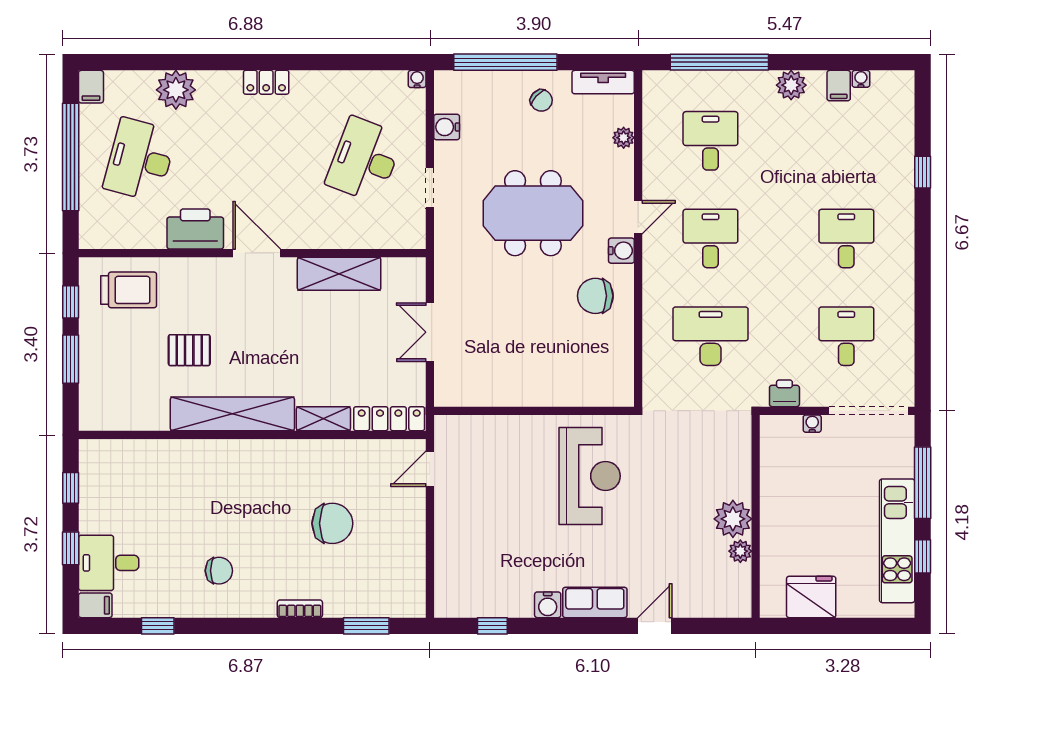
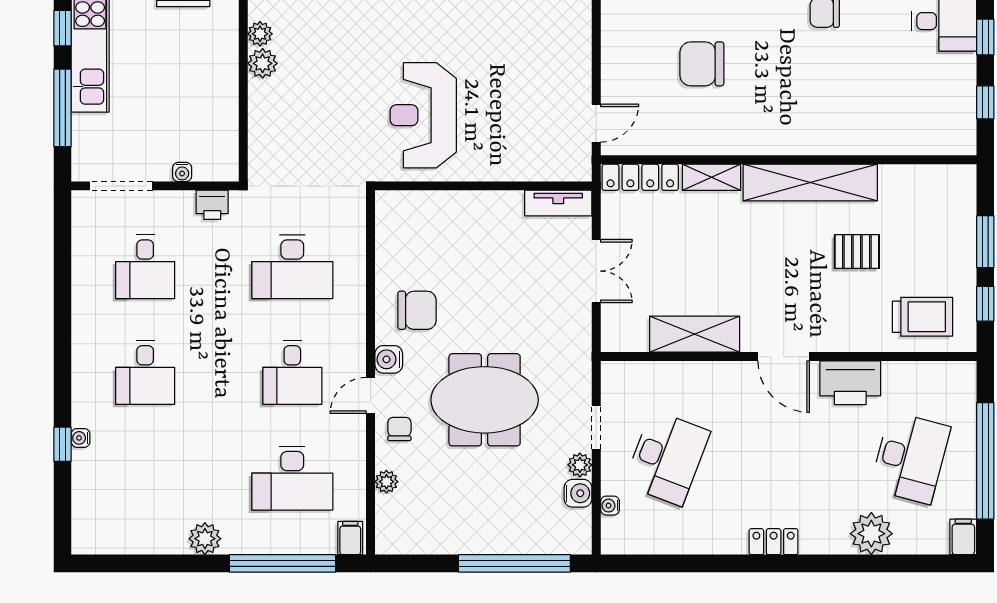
water cooler: (417, 79) -> (610, 506), moved, turned 90
water cooler: (861, 79) -> (81, 438), moved, turned 90
tv unit: (603, 82) -> (558, 203), moved, turned 180
filing cabinet: (839, 86) -> (350, 538), moved
chair: (541, 100) -> (399, 429), moved, turned 47
desk: (710, 141) -> (292, 478), width x1.37
plant: (445, 153) -> (580, 465), added
trolley: (129, 290) -> (923, 317), turned 180
doorway: (868, 411) -> (121, 186), width x0.73
plant: (733, 519) -> (263, 63), width x0.73, depth x0.73

